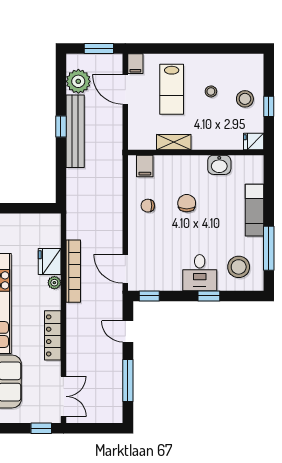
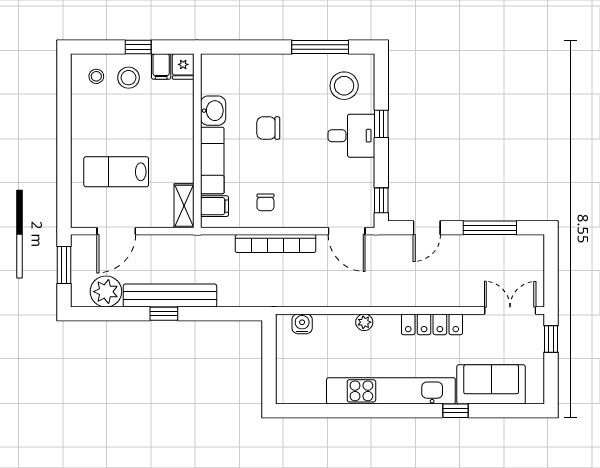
filing cabinet: (135, 64) -> (161, 67), moved, turned 90
lab bench: (172, 89) -> (116, 172), turned 180
stool: (211, 91) -> (96, 76), moved
shelving: (174, 142) -> (184, 206), moved
chair: (187, 203) -> (268, 128), moved
exam couch: (254, 210) -> (212, 161), moved, turned -90
water cooler: (53, 234) -> (302, 324), added
fridge: (50, 262) -> (337, 328), removed
door: (125, 269) -> (347, 231), hinge flipped
bookcase: (73, 271) -> (276, 244), moved, turned 180

